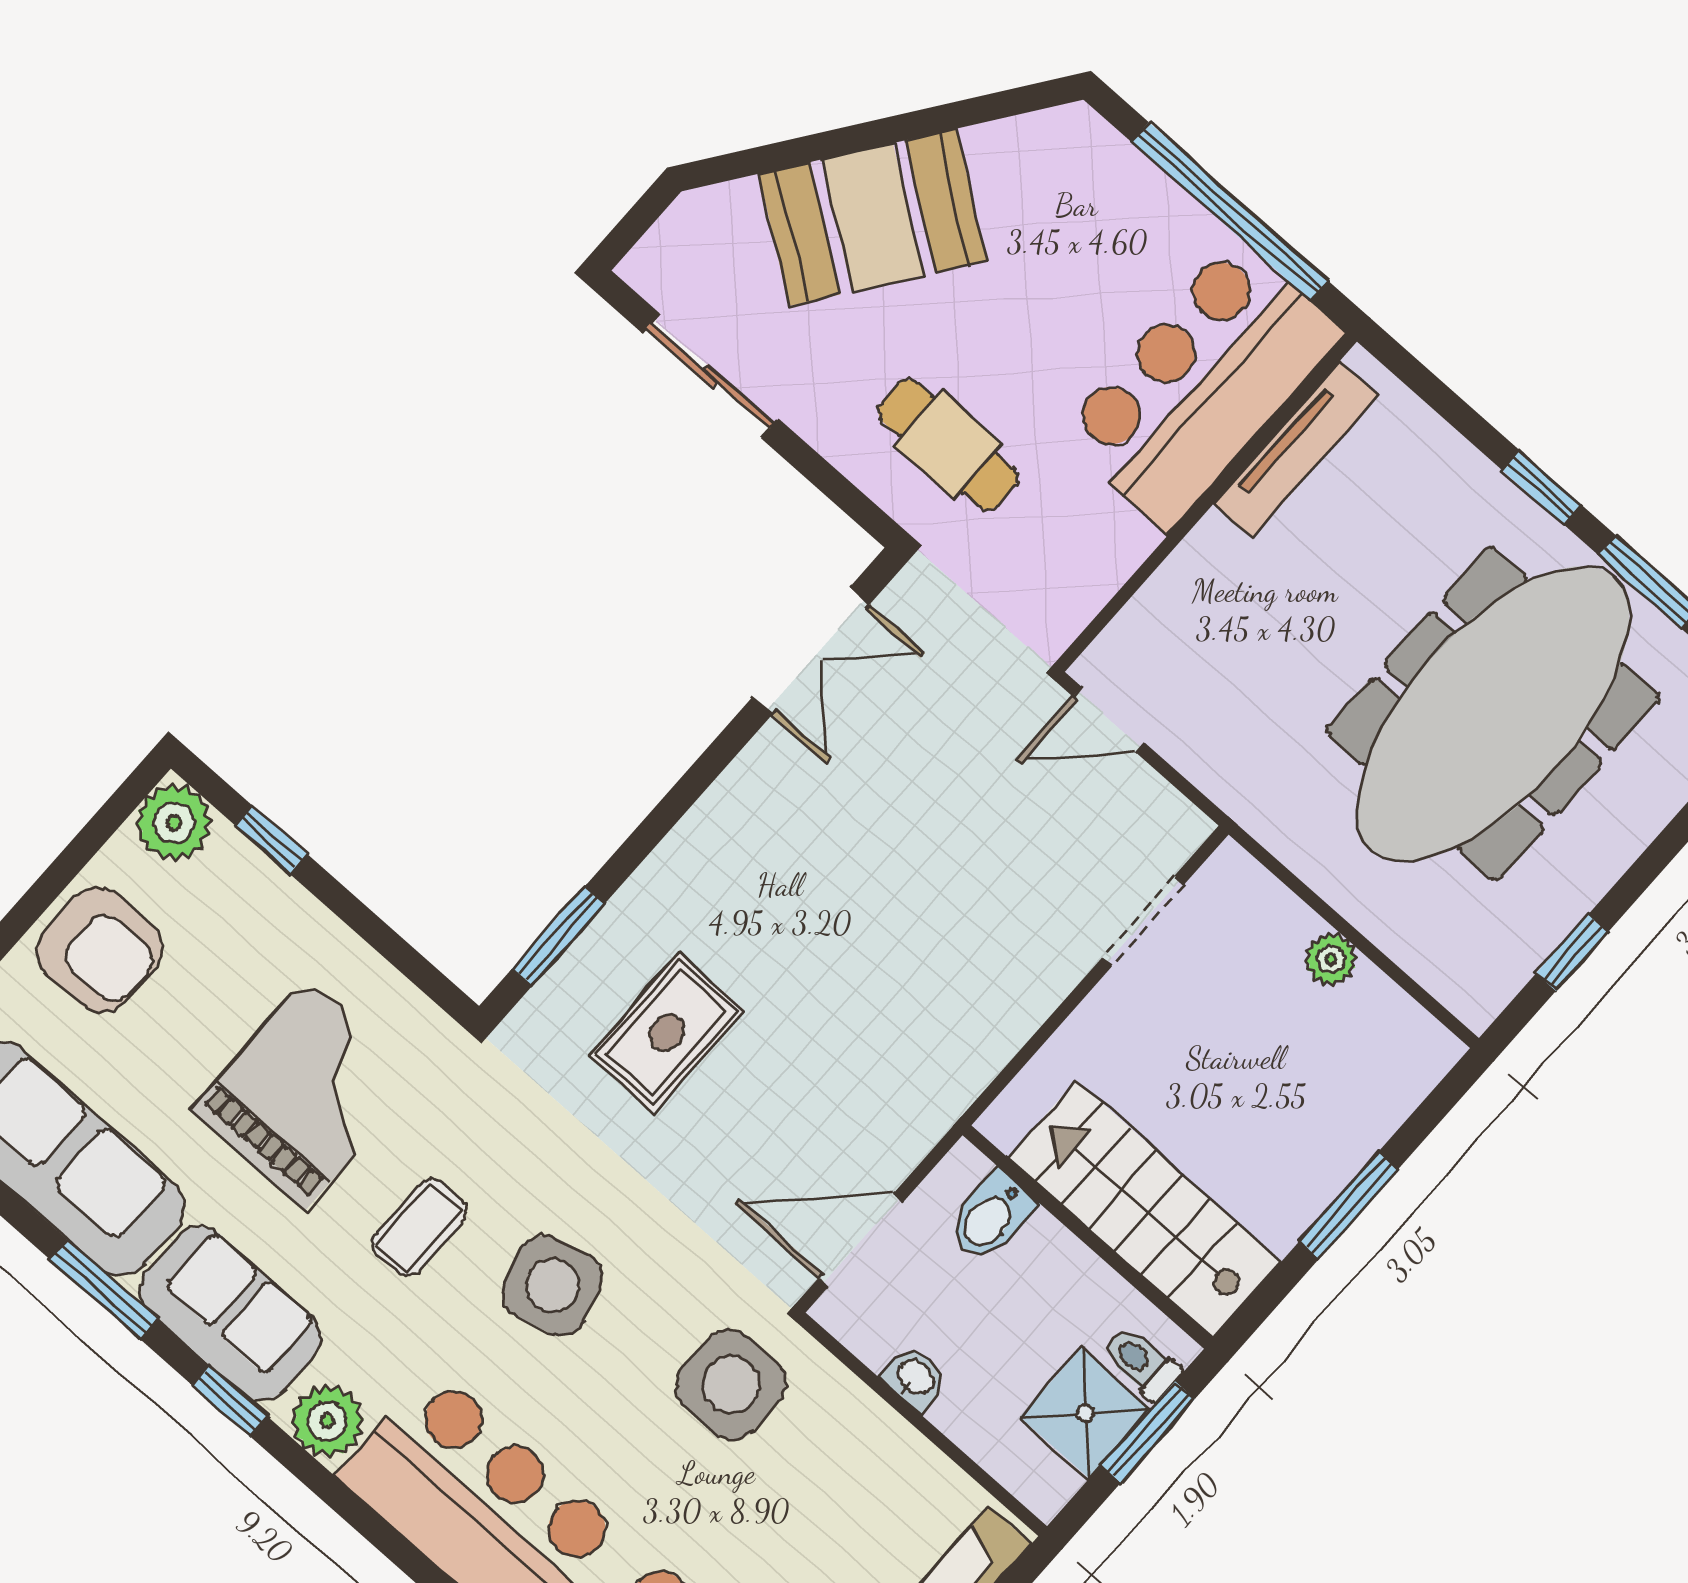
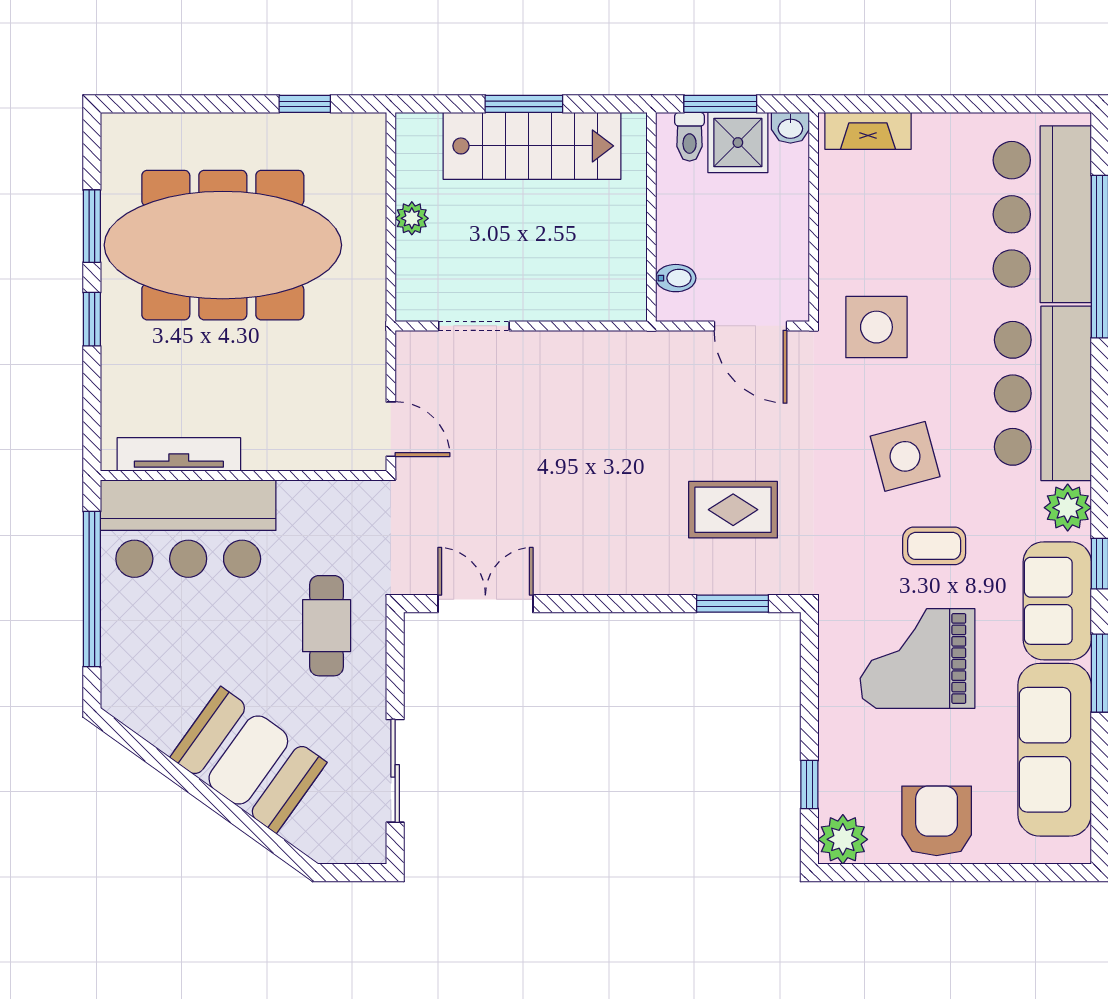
stairs: (1145, 1210) -> (532, 146), moved, turned -90
bidet: (991, 1217) -> (676, 278), width x0.72, depth x0.74
washbasin: (915, 1378) -> (790, 128), moved, turned -90

